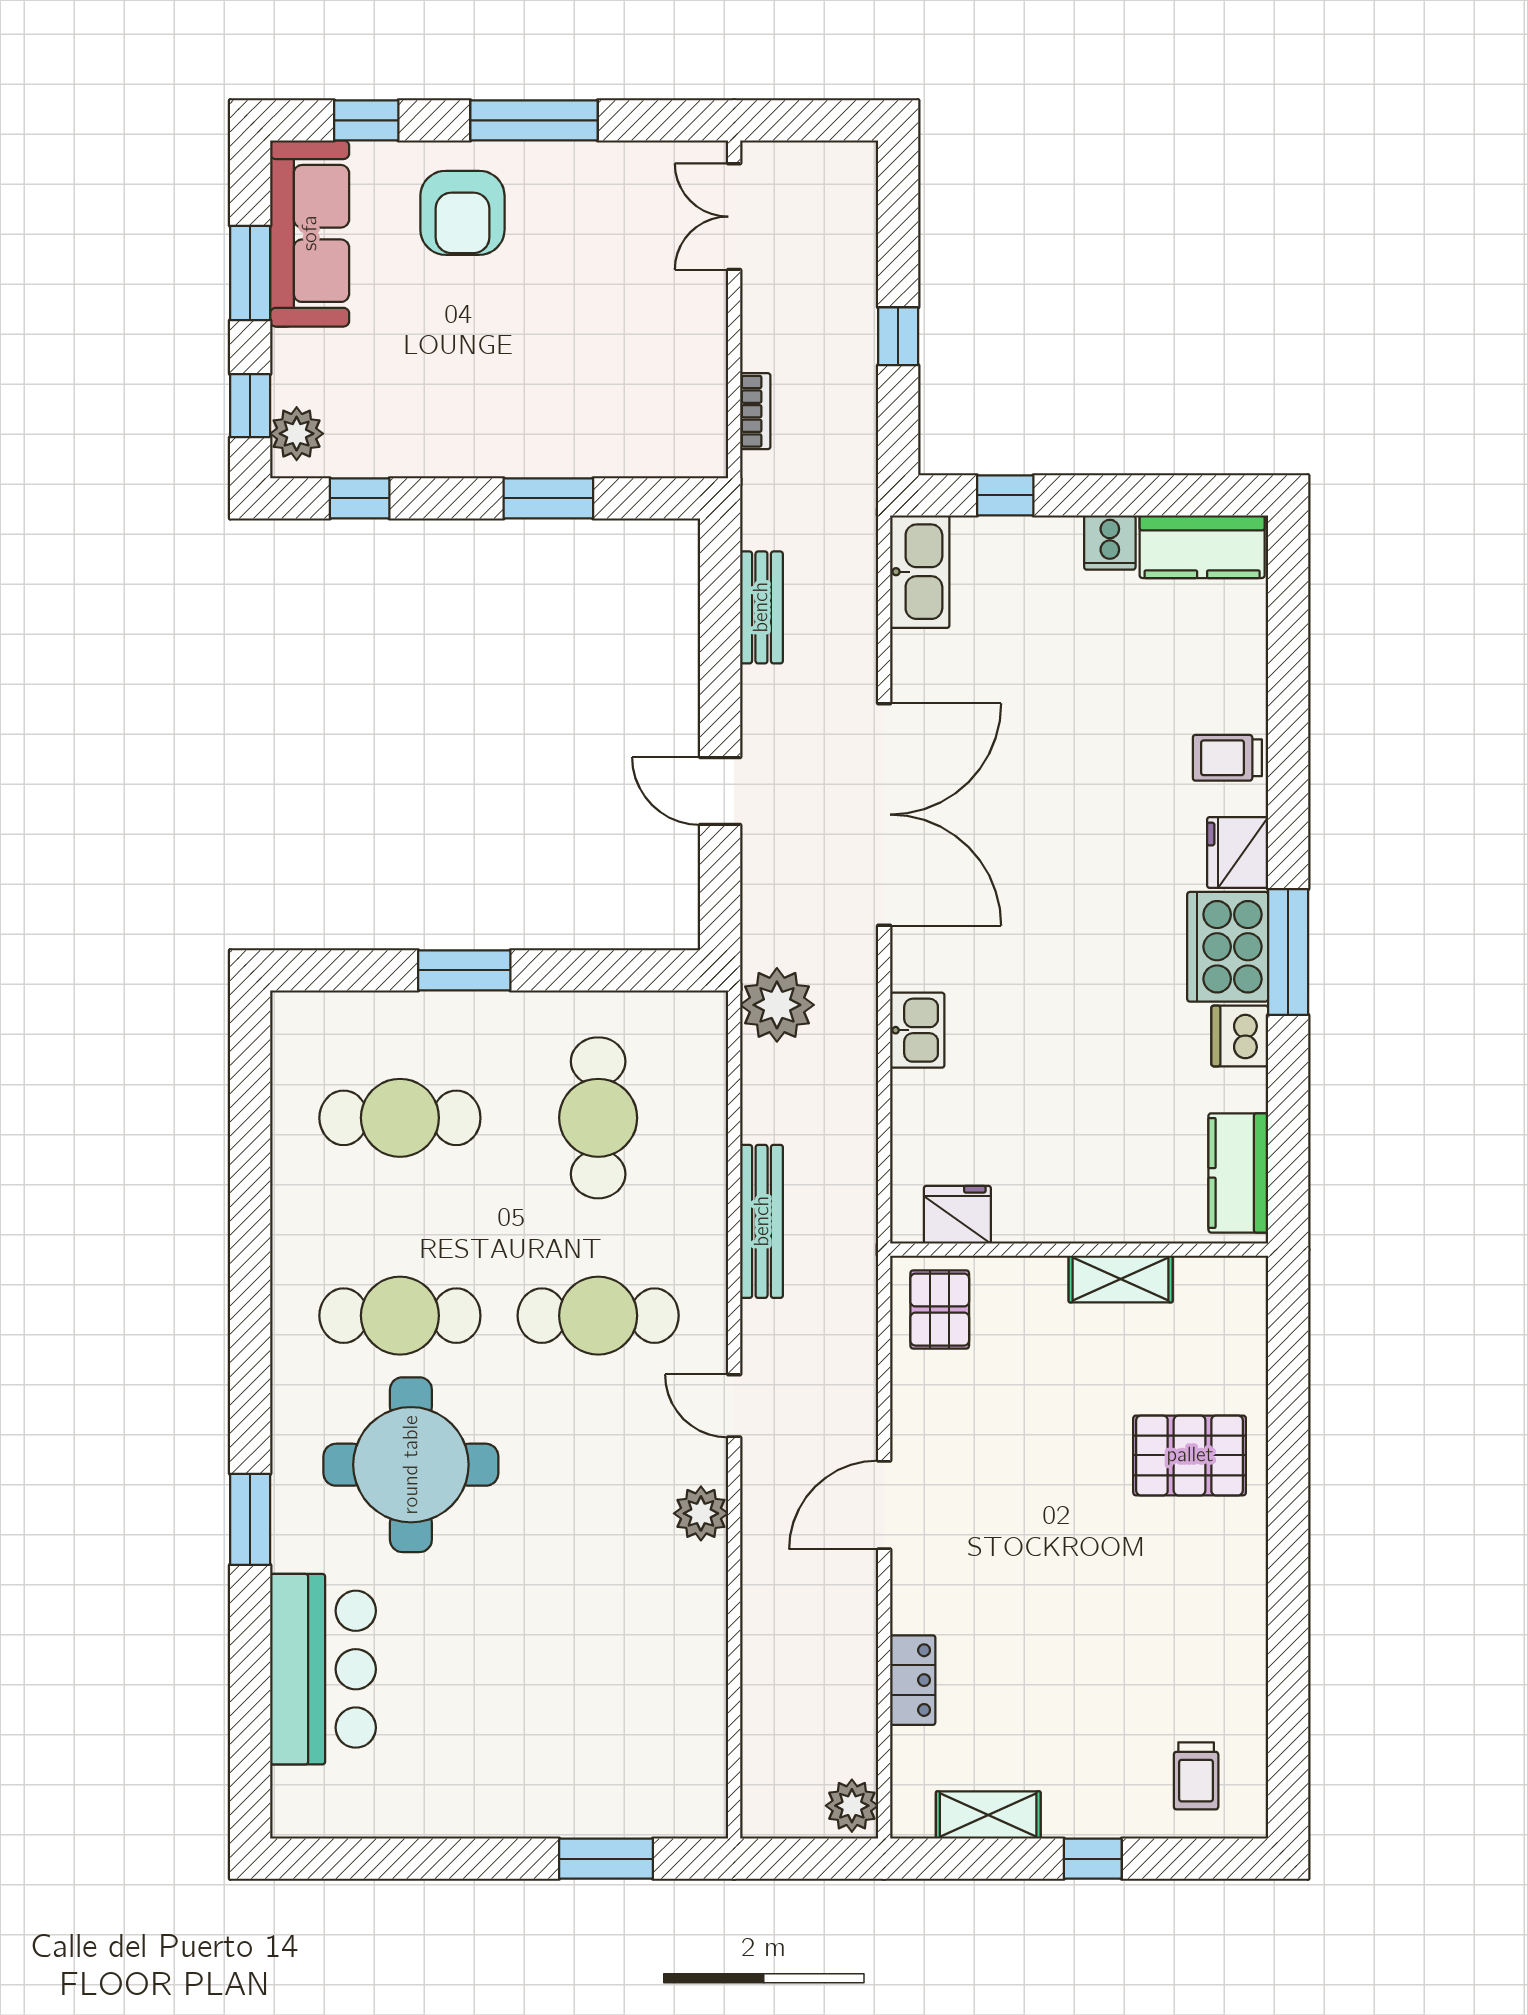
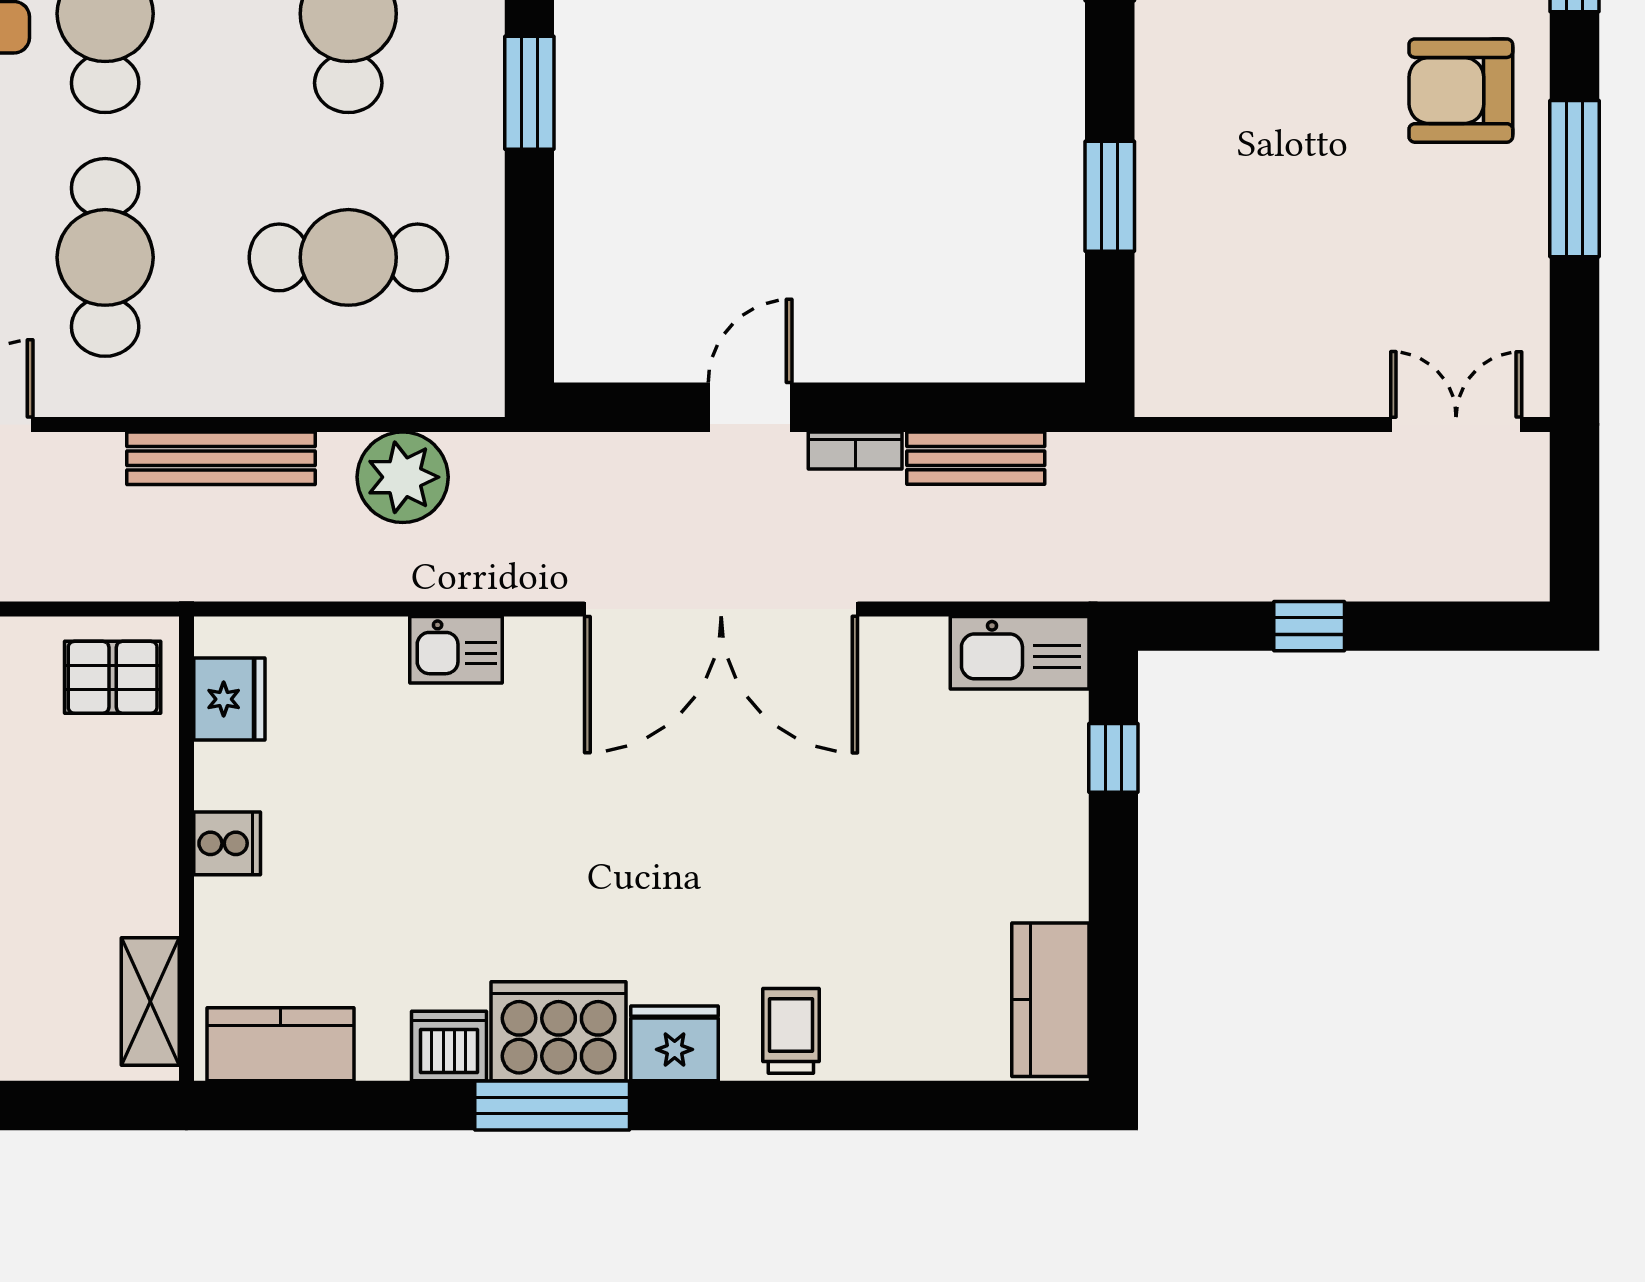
bookcase: (755, 411) -> (855, 451), moved
cooker: (1110, 543) -> (227, 843), moved, turned 180
plant: (777, 1005) -> (403, 477), moved
shelving: (1121, 1279) -> (150, 1001), moved

